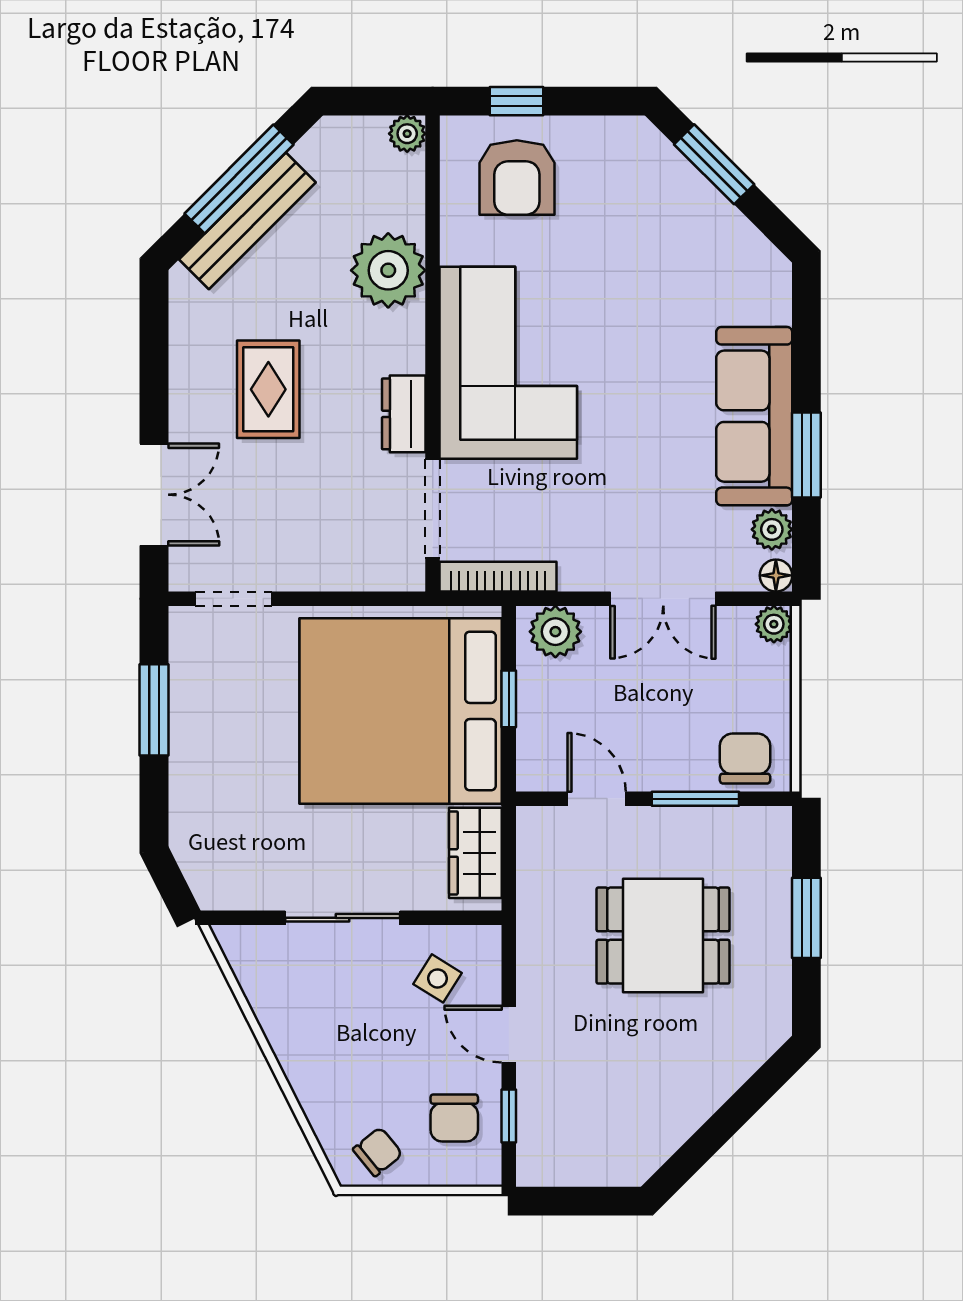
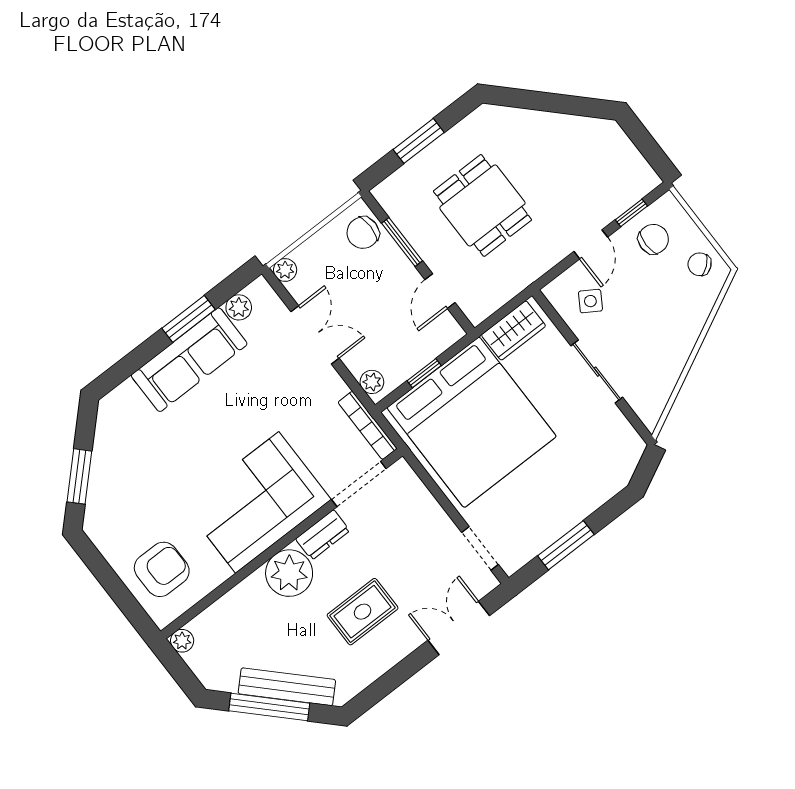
window: (517, 101) -> (124, 599), removed
plant: (388, 270) -> (289, 573), moved
floor lamp: (776, 575) -> (260, 288), removed
plant: (555, 632) -> (372, 382), width x0.73, depth x0.73

